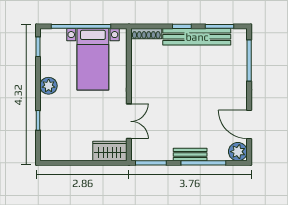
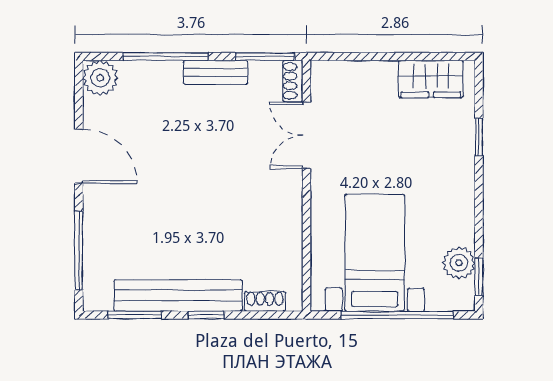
shoe rack: (146, 34) -> (265, 301), width x0.70
plant: (49, 86) -> (459, 263), moved
door: (249, 124) -> (79, 156), moved
shoe rack: (136, 150) -> (293, 81), added
wardrobe: (110, 151) -> (431, 79), moved
bench: (190, 154) -> (215, 72), moved

